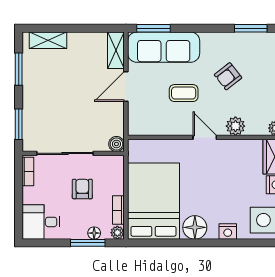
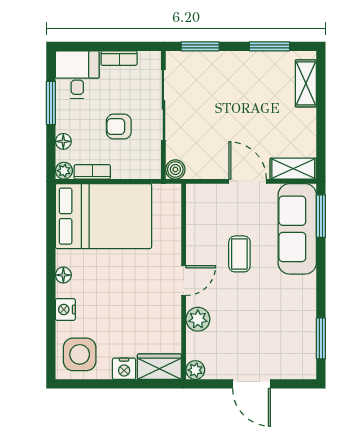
armchair: (228, 76) -> (261, 310), removed
bookcase: (28, 171) -> (119, 58), moved
armchair: (82, 189) -> (119, 127), turned 180
floor lamp: (195, 227) -> (63, 275), width x0.53, depth x0.53
window: (88, 243) -> (51, 103), moved

